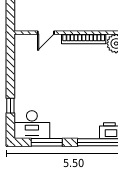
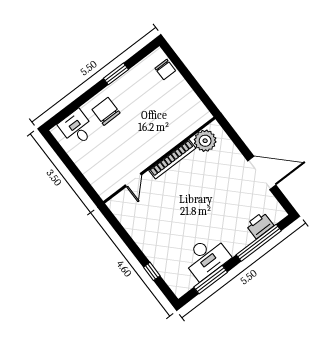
desk: (32, 125) -> (206, 257), moved

